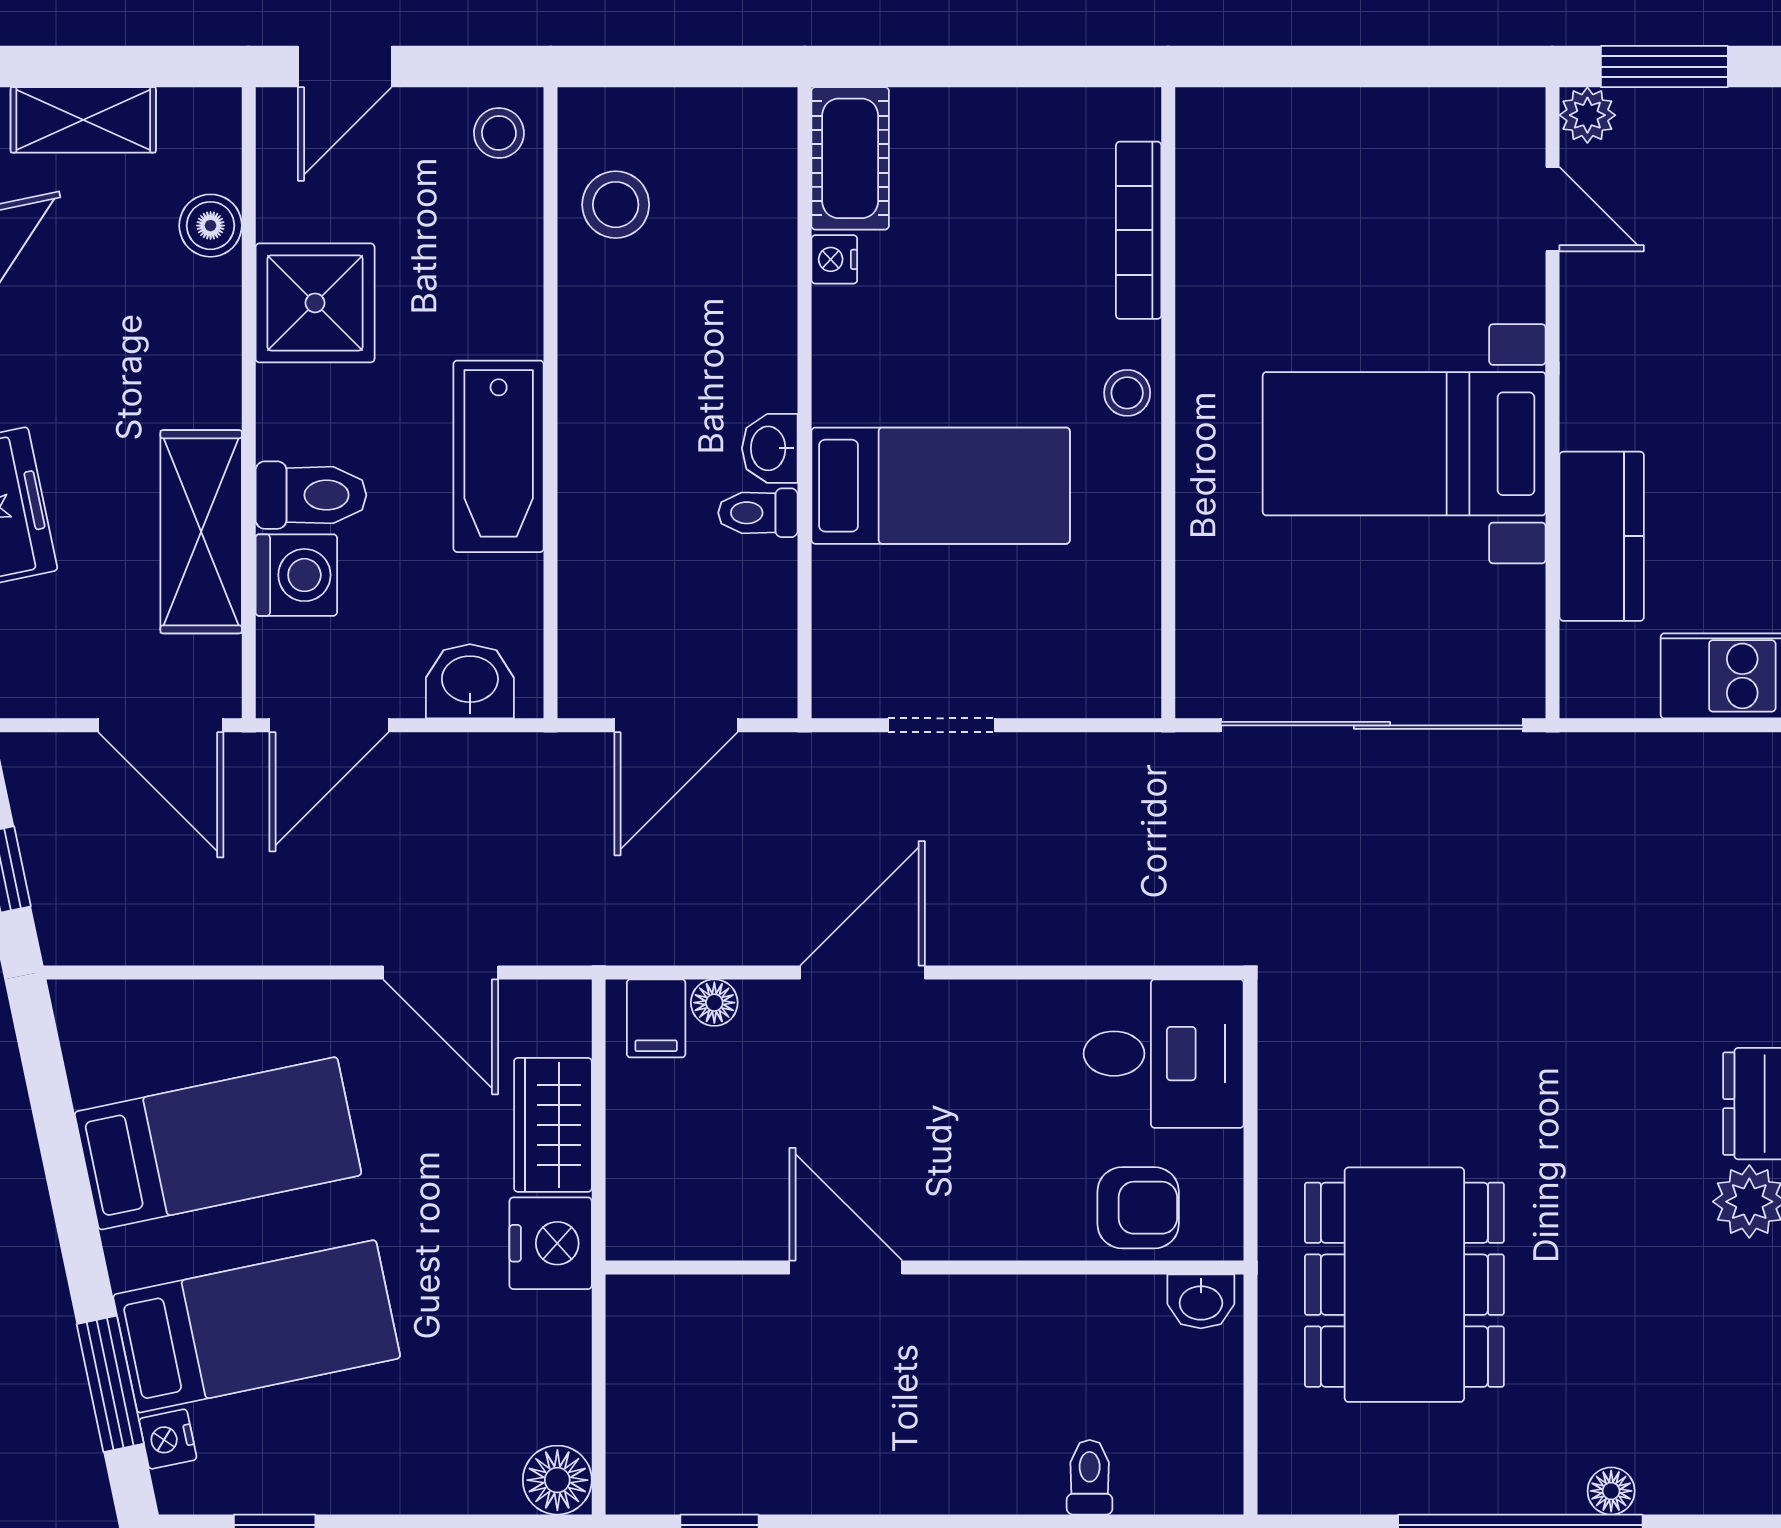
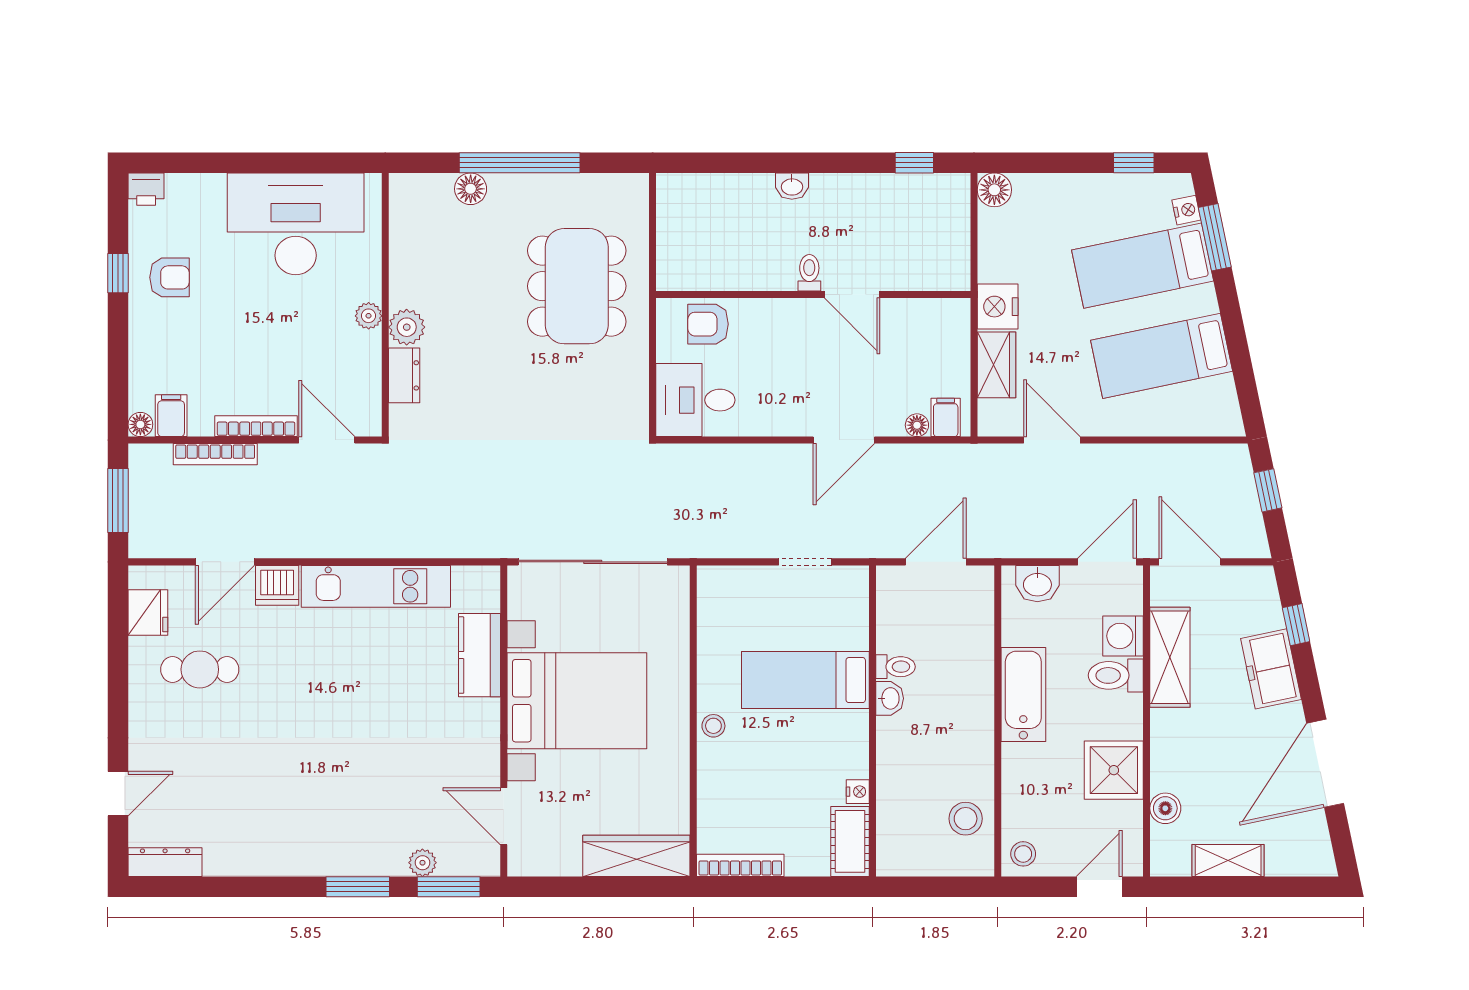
plant: (1587, 115) -> (422, 863), moved
wardrobe: (1284, 129) -> (636, 856), added
door: (1553, 209) -> (504, 816), width x1.38
bookcase: (1139, 230) -> (740, 865), moved, turned -90
bed with nightstands: (1404, 444) -> (577, 701), width x1.36
washbasin: (1201, 1301) -> (792, 186), moved, turned 180
toilet: (1090, 1477) -> (809, 273), moved, turned 180
floor lamp: (1611, 1491) -> (471, 189), width x1.37, depth x1.37

